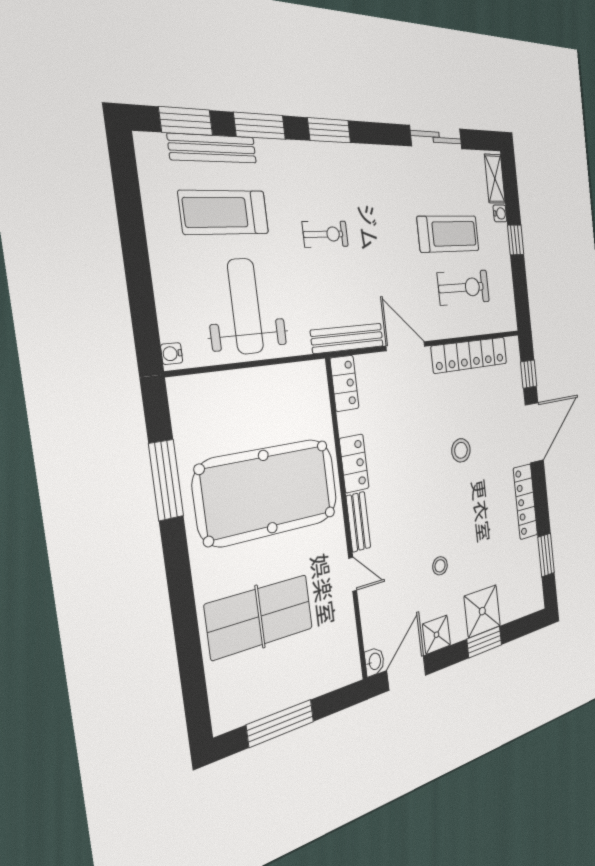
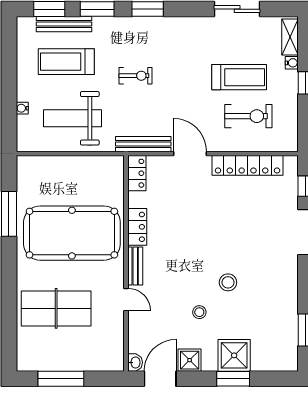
weight bench: (246, 306) -> (72, 118), turned -90
water cooler: (172, 354) -> (22, 108), moved
stool: (461, 450) -> (228, 282), moved
locker: (525, 502) -> (289, 284), removed

